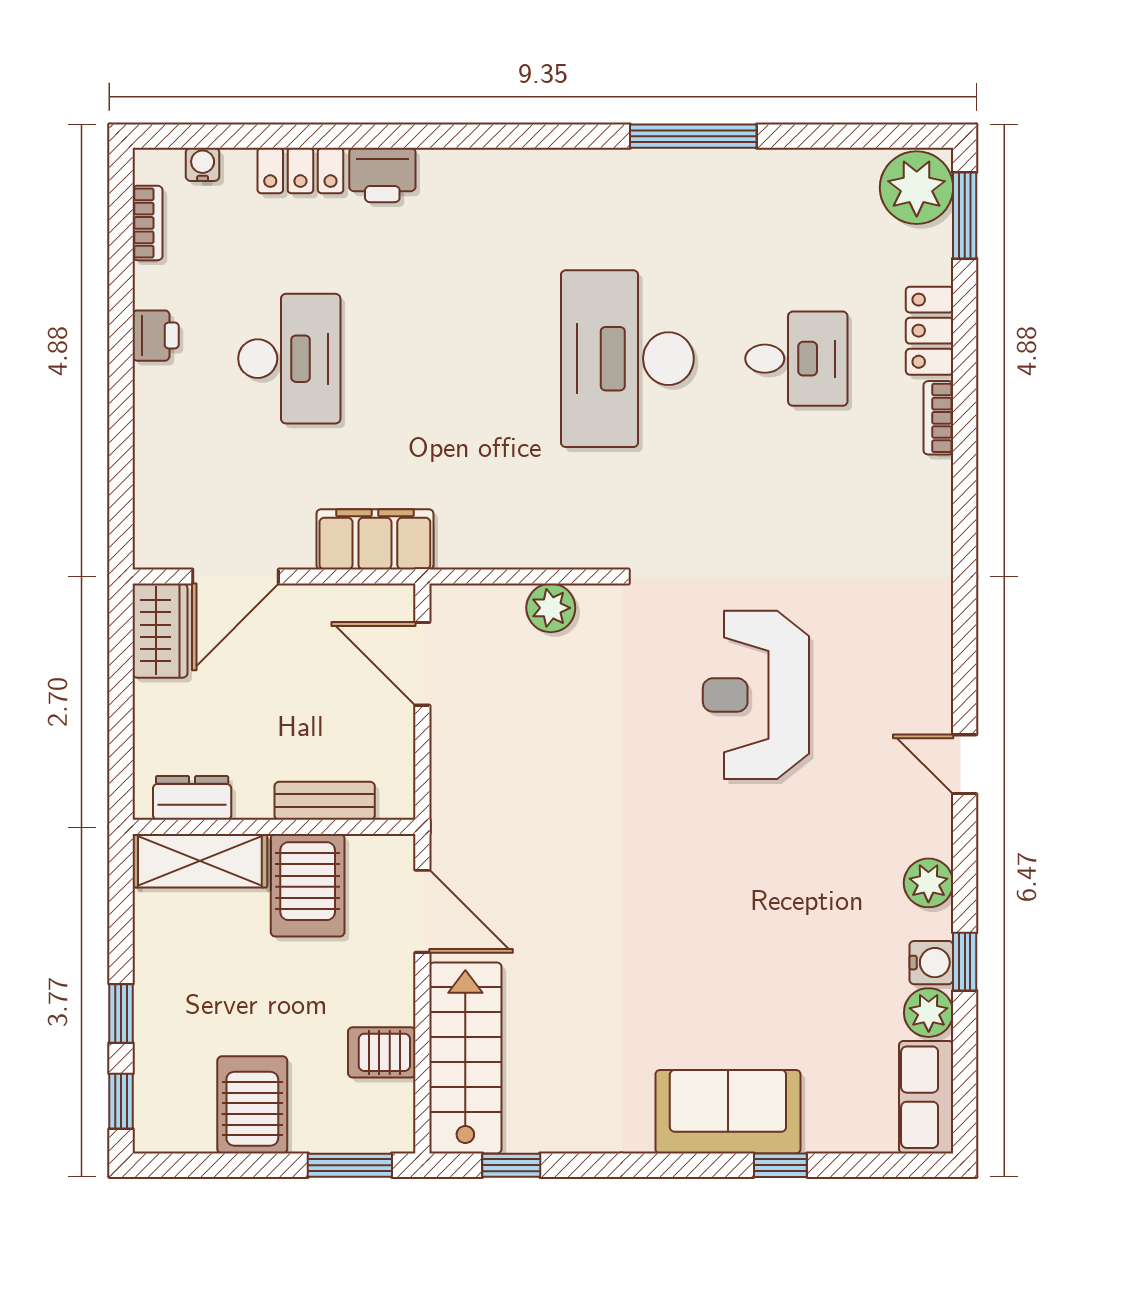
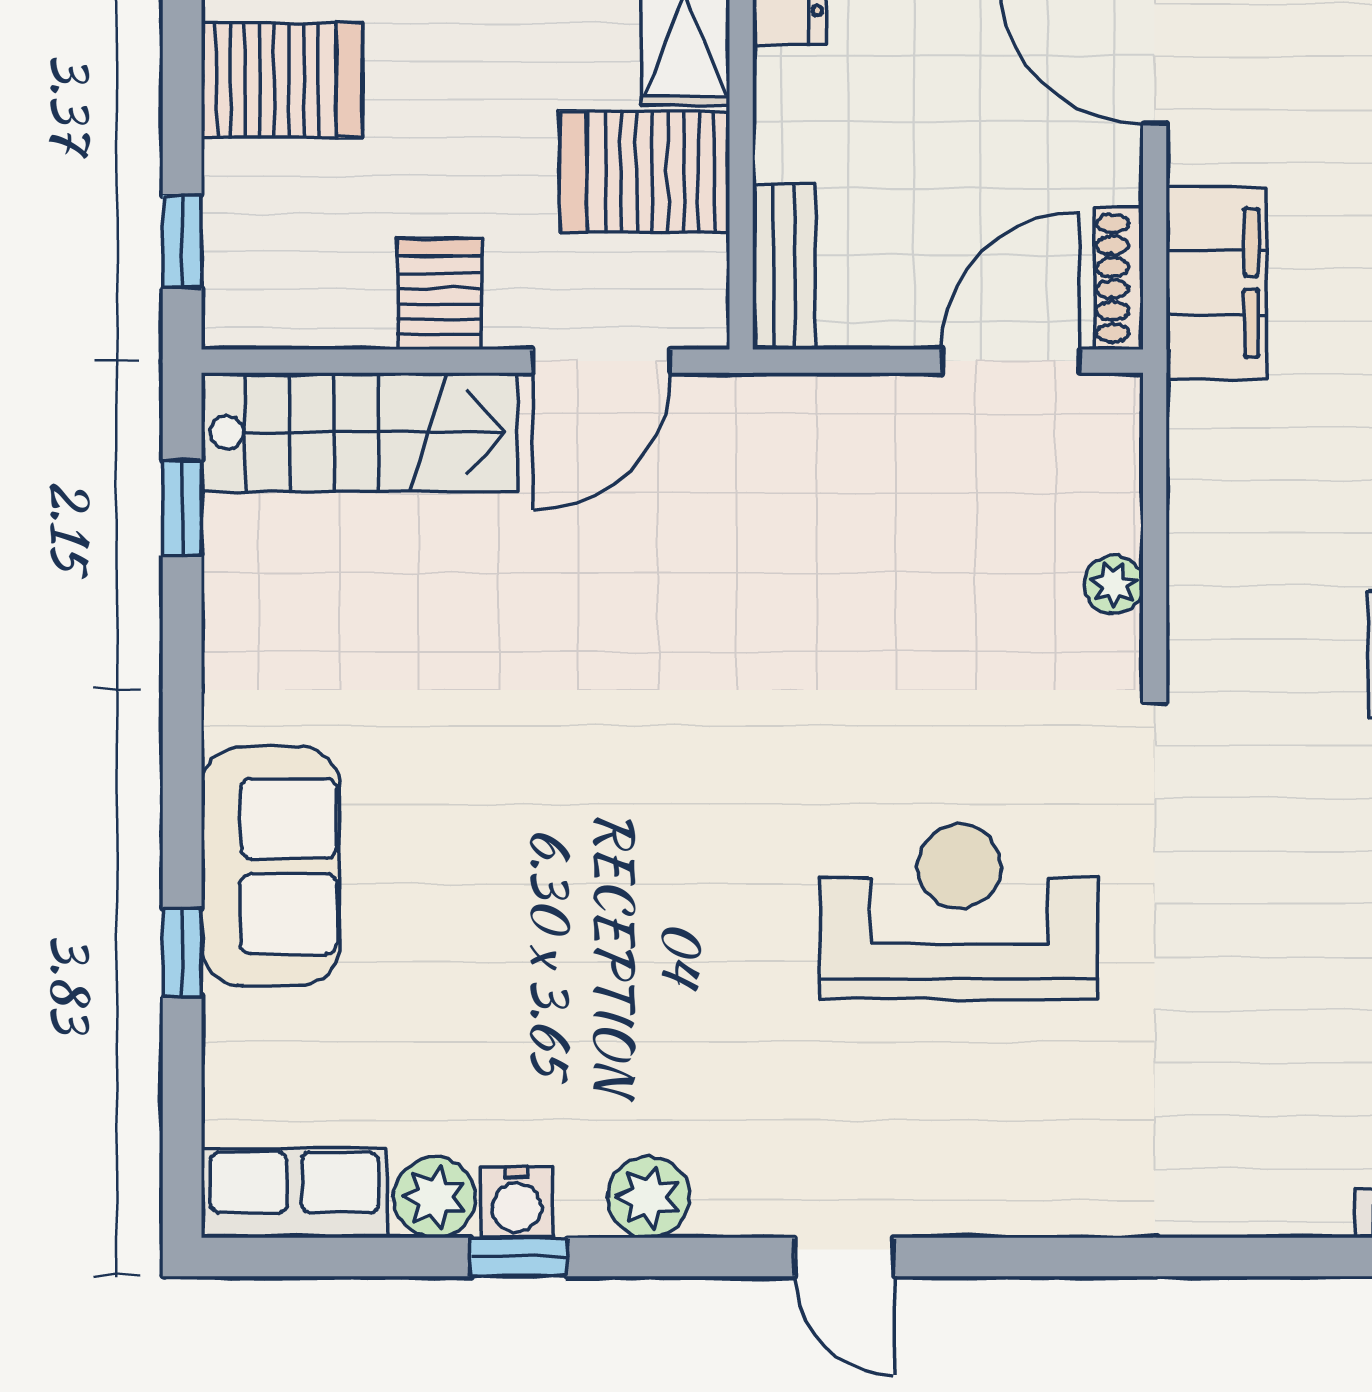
shoe rack: (372, 598) -> (1119, 278), added
plant: (551, 608) -> (1114, 584), width x0.73, depth x0.73
door: (965, 764) -> (844, 1257), swing flipped
bench: (325, 801) -> (784, 267), moved
server rack: (382, 1052) -> (439, 294), moved
window: (350, 1165) -> (182, 241), width x0.67

